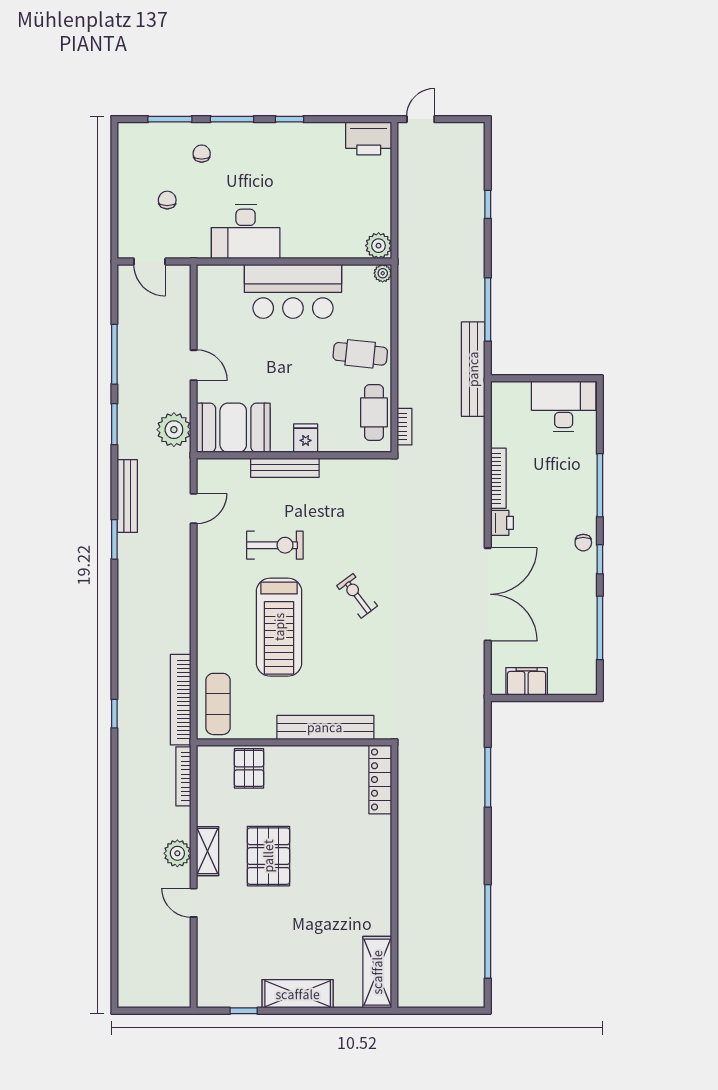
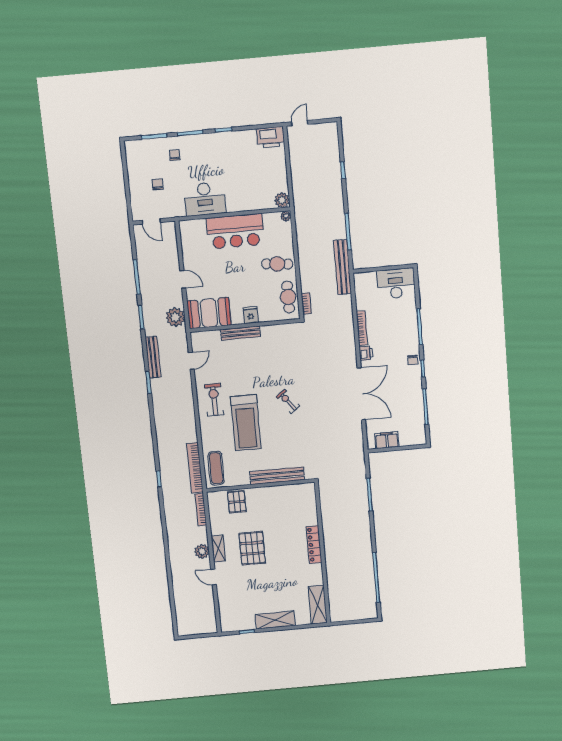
exercise bike: (275, 545) -> (214, 400), moved, turned -90
locker: (380, 780) -> (314, 545), moved

